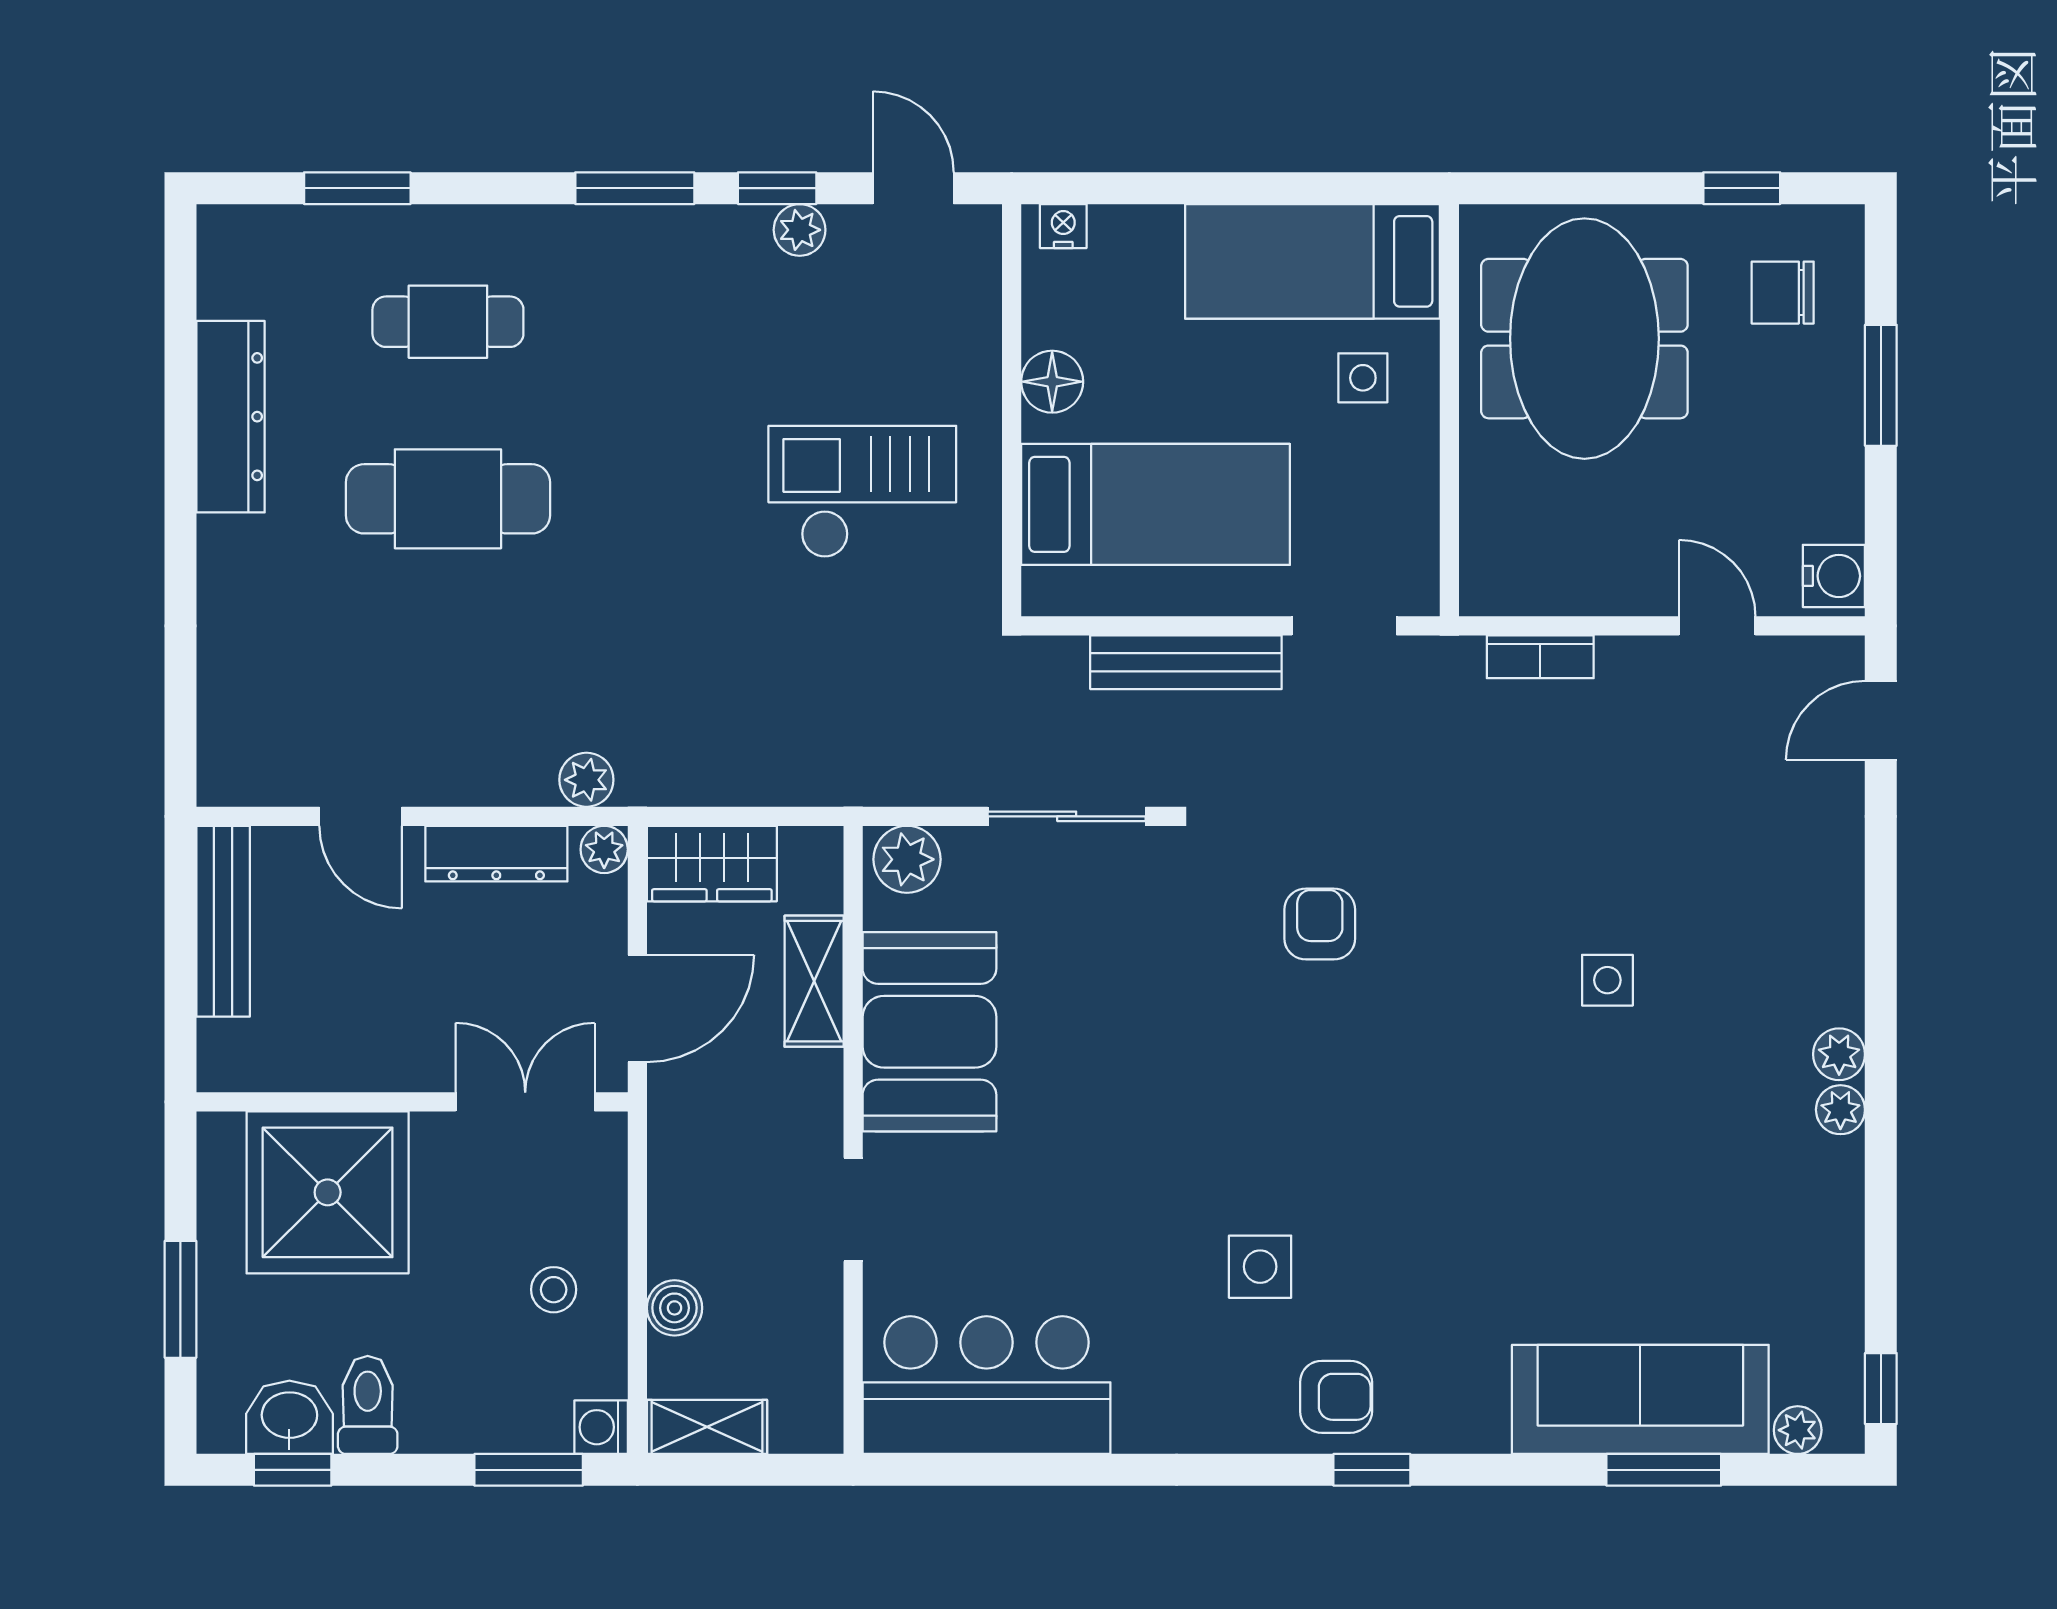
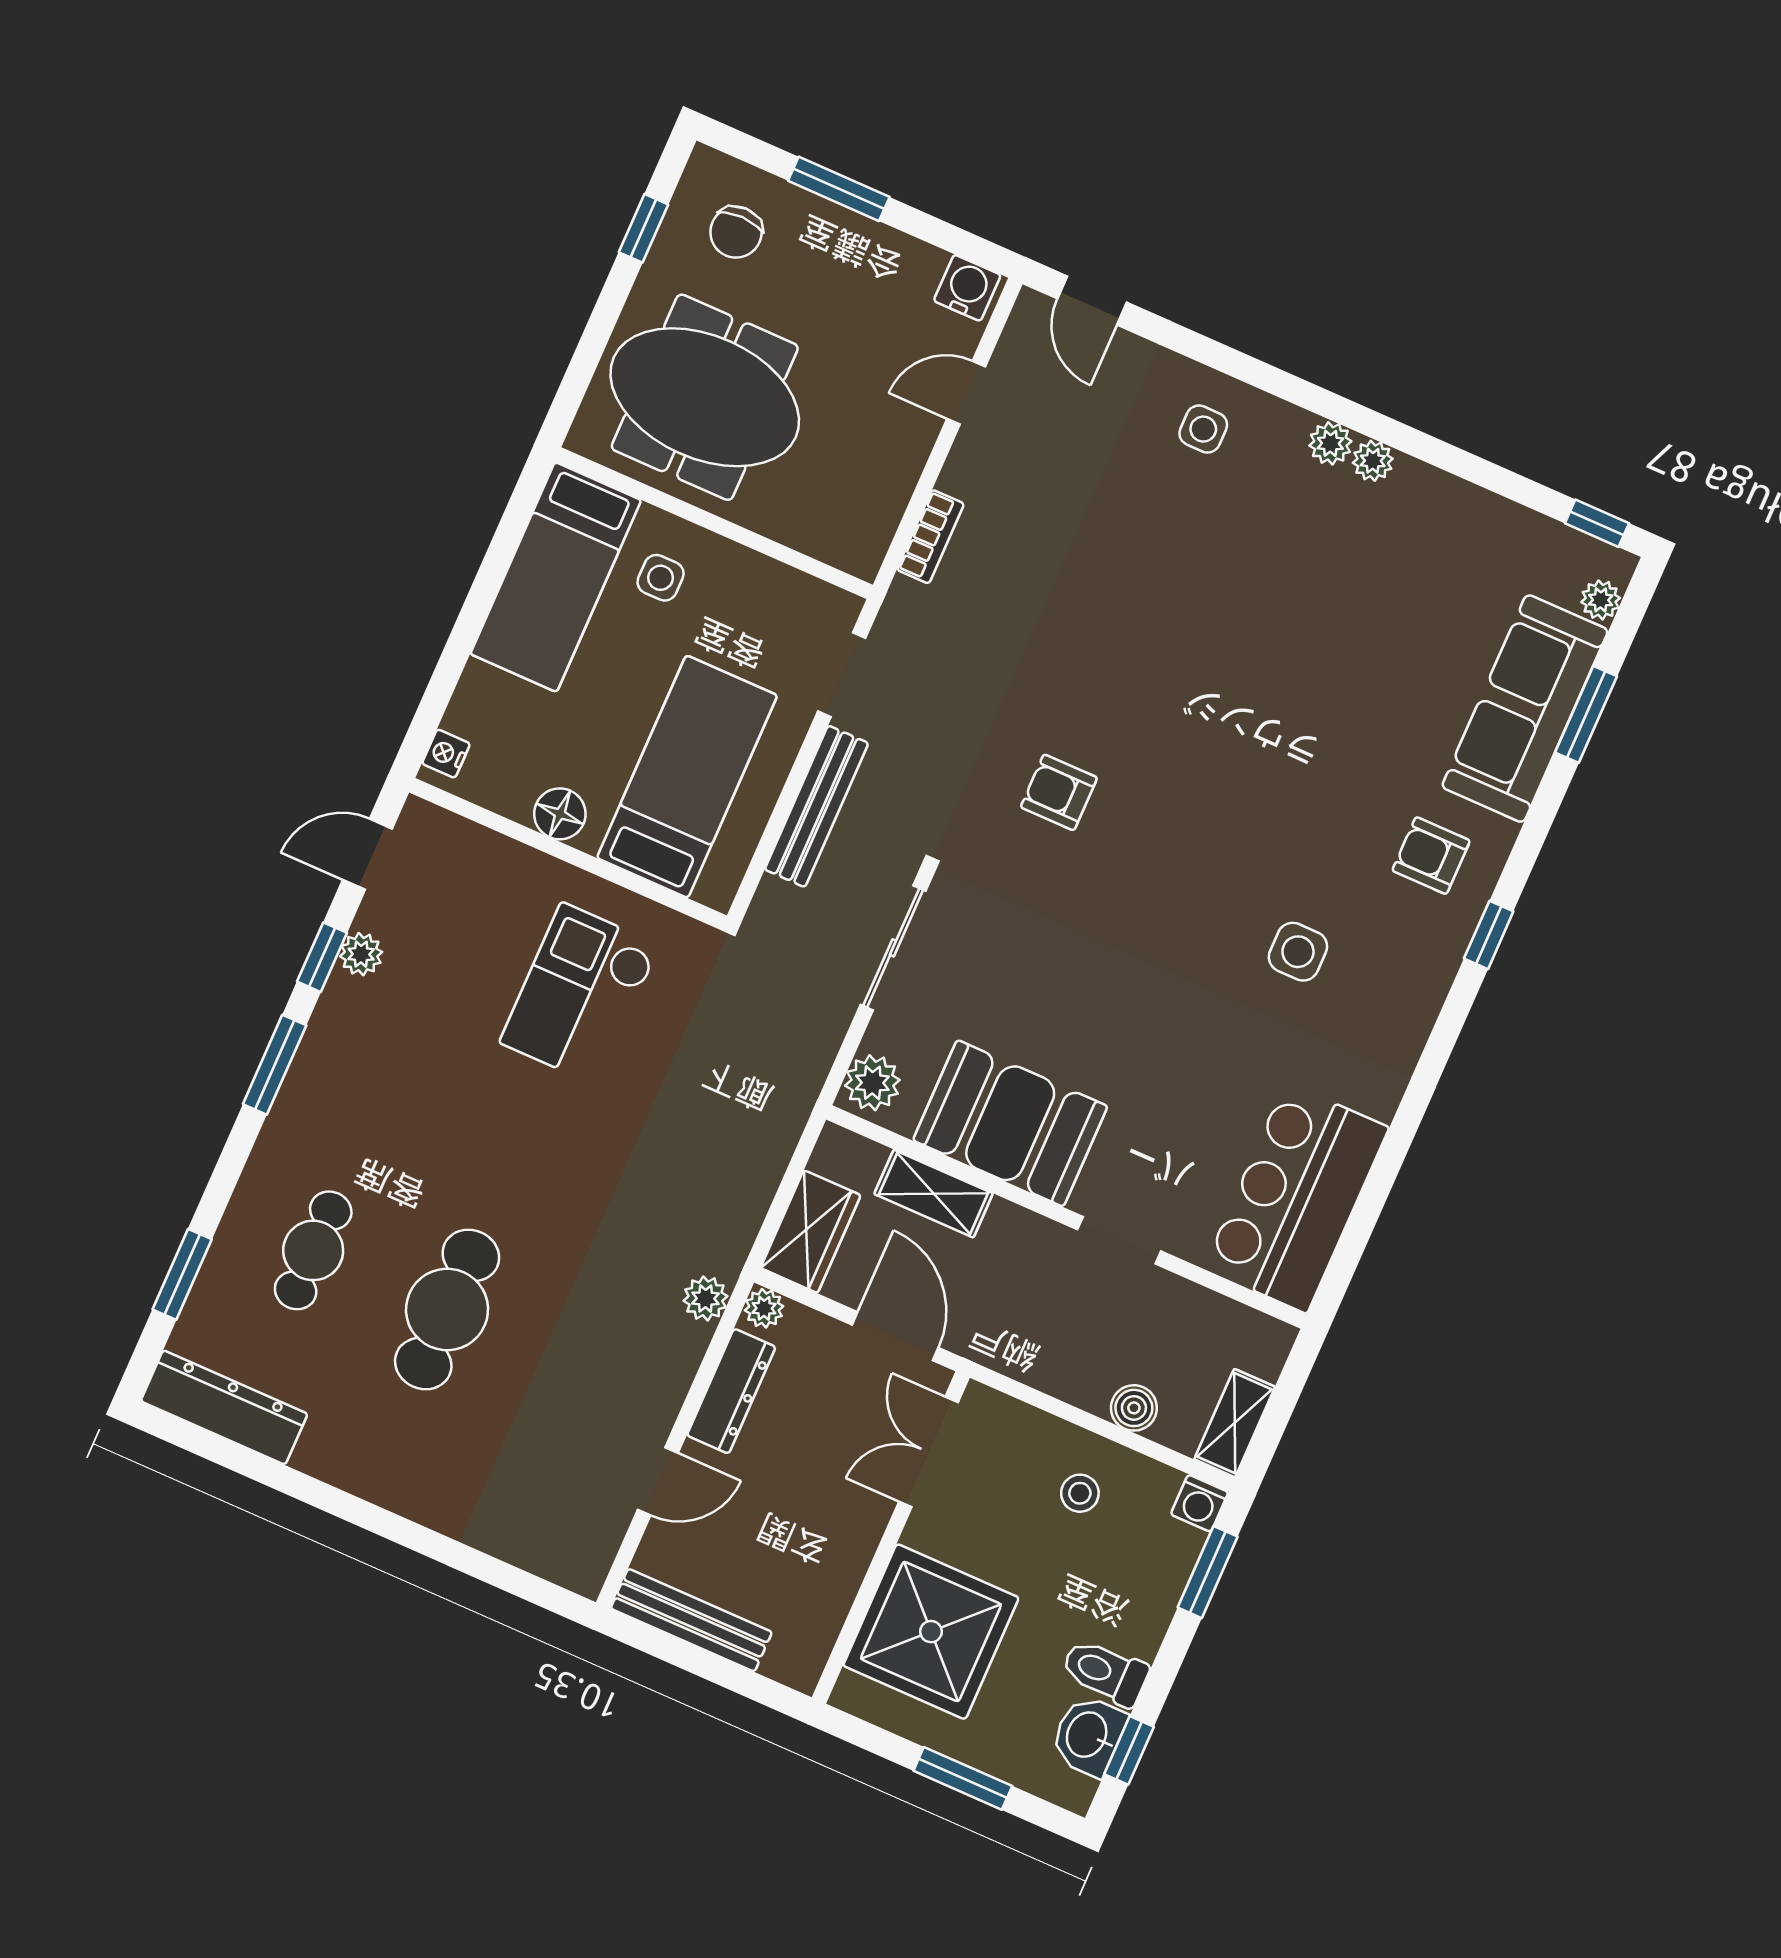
dresser: (231, 417) -> (224, 1407), moved
side table: (1607, 980) -> (1203, 429), moved
armchair: (1336, 1397) -> (1431, 856), moved, turned -90

